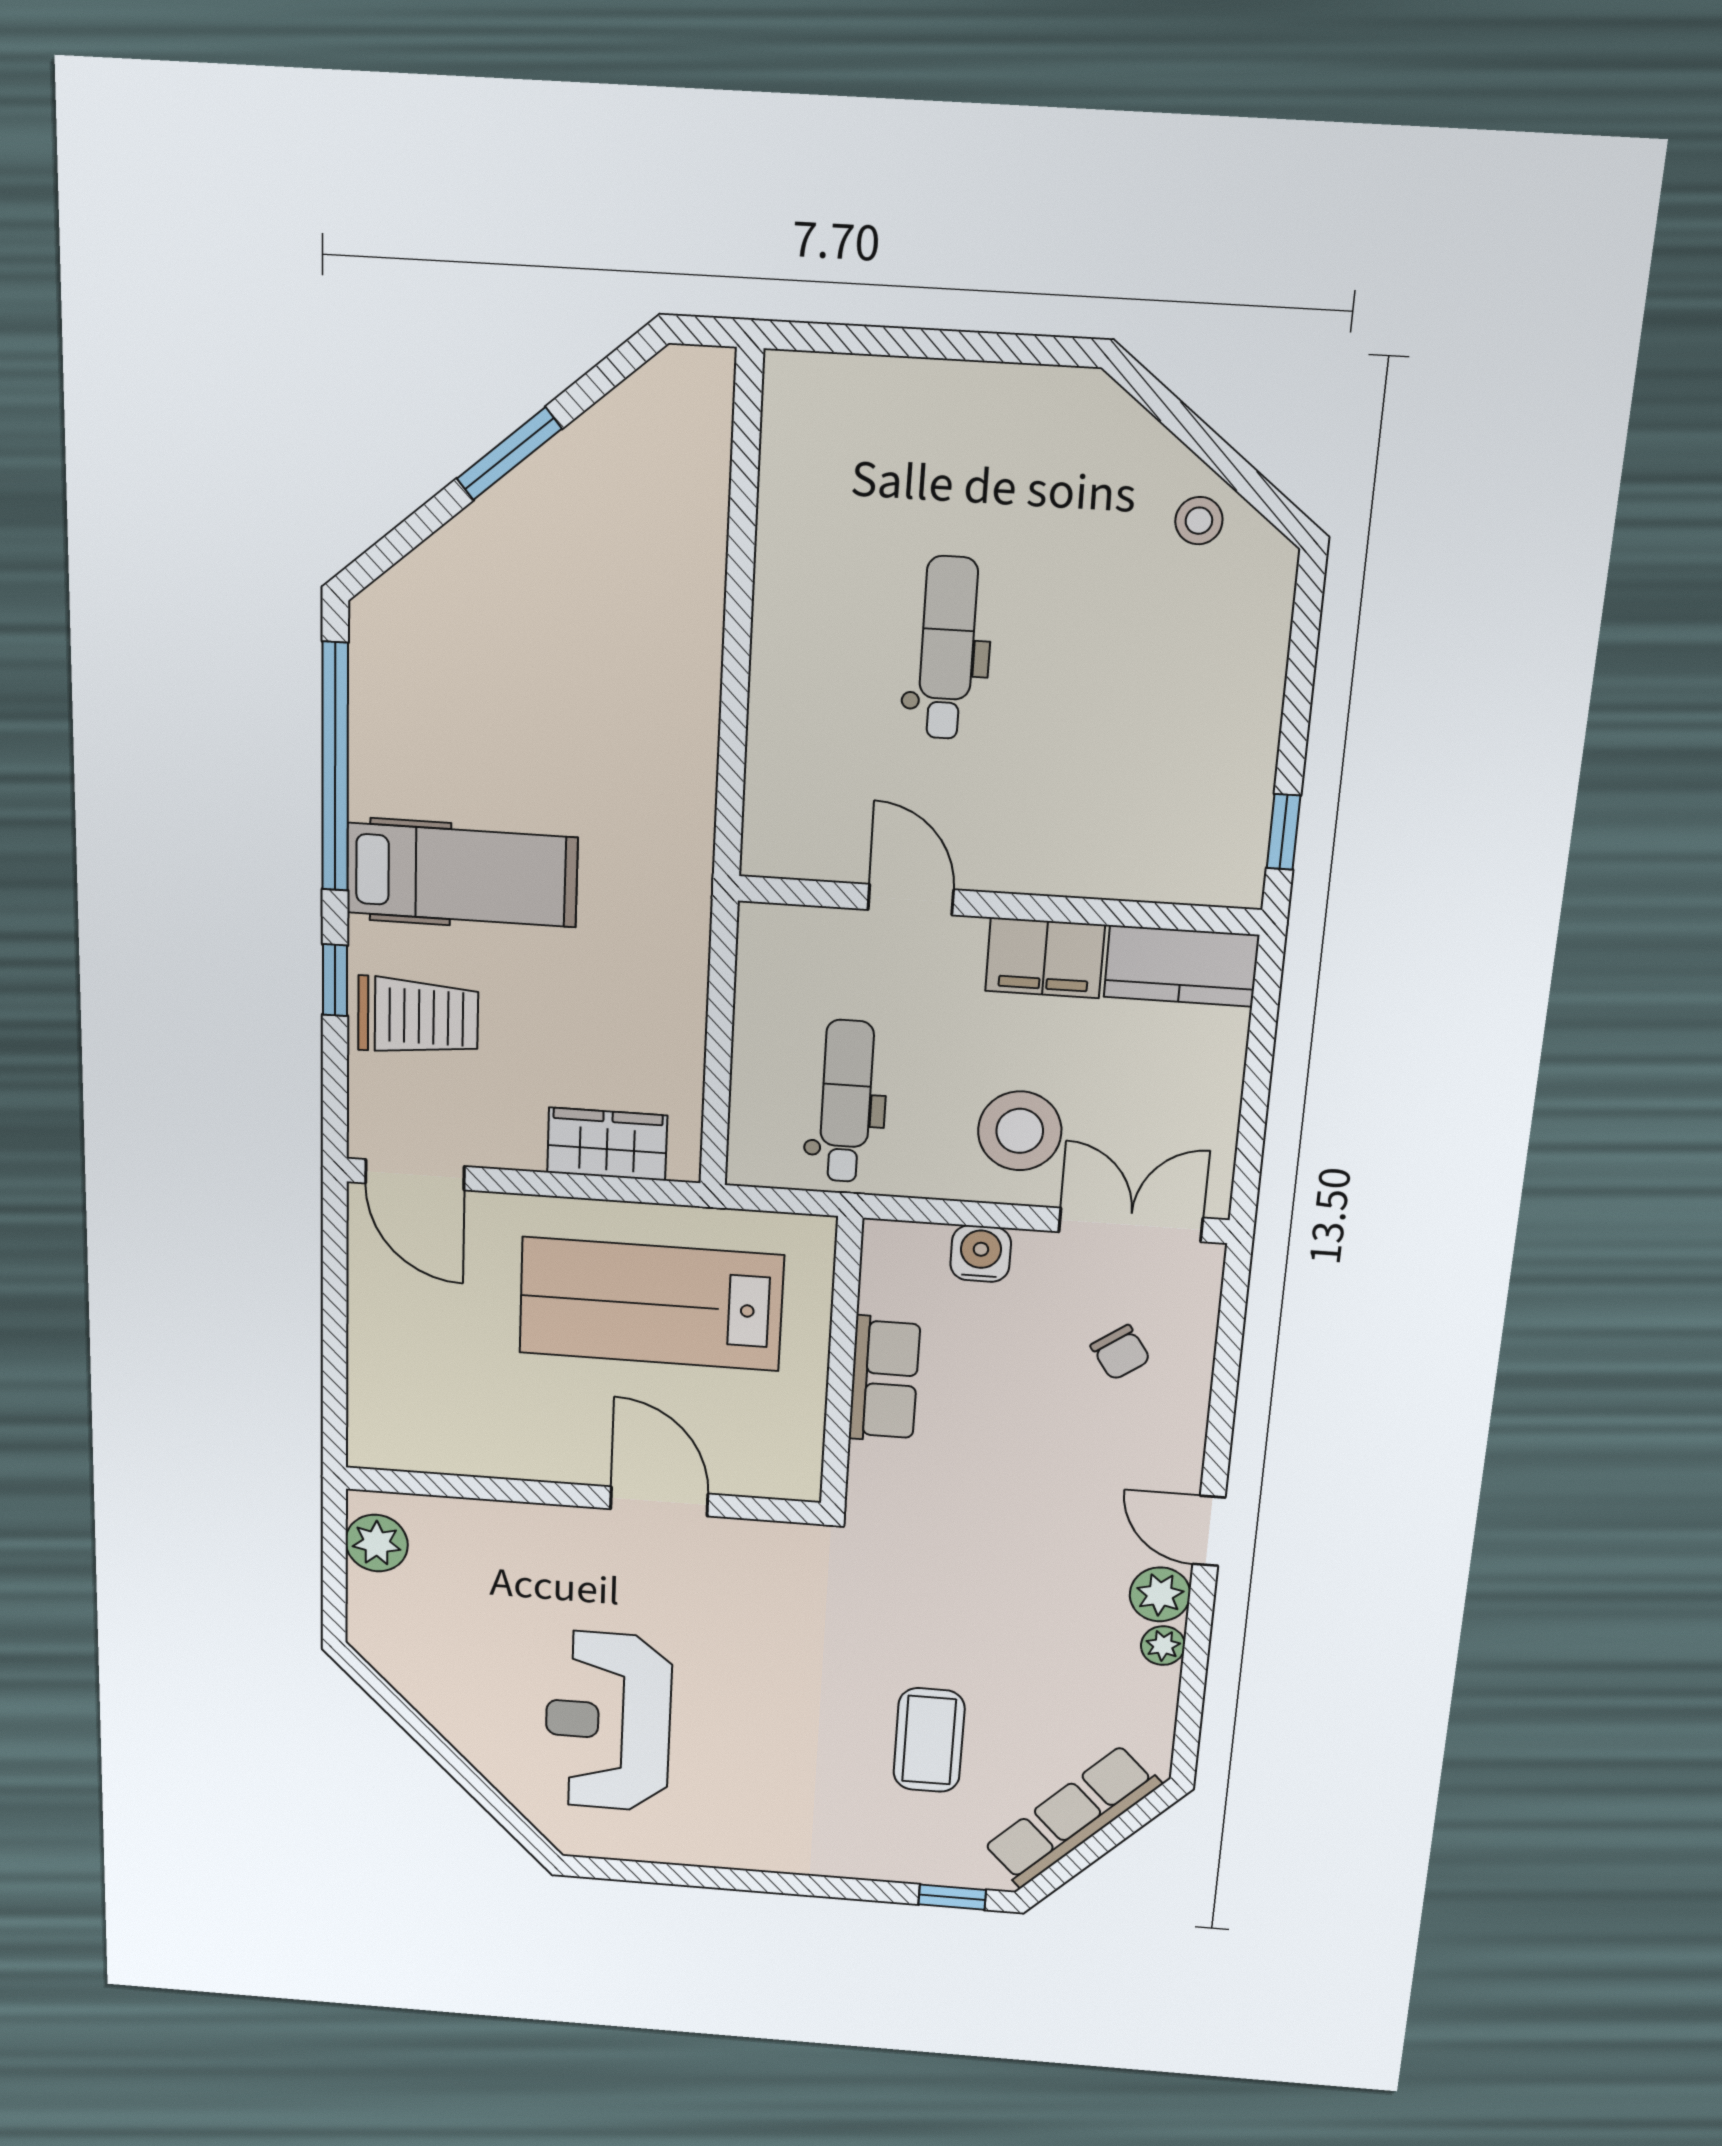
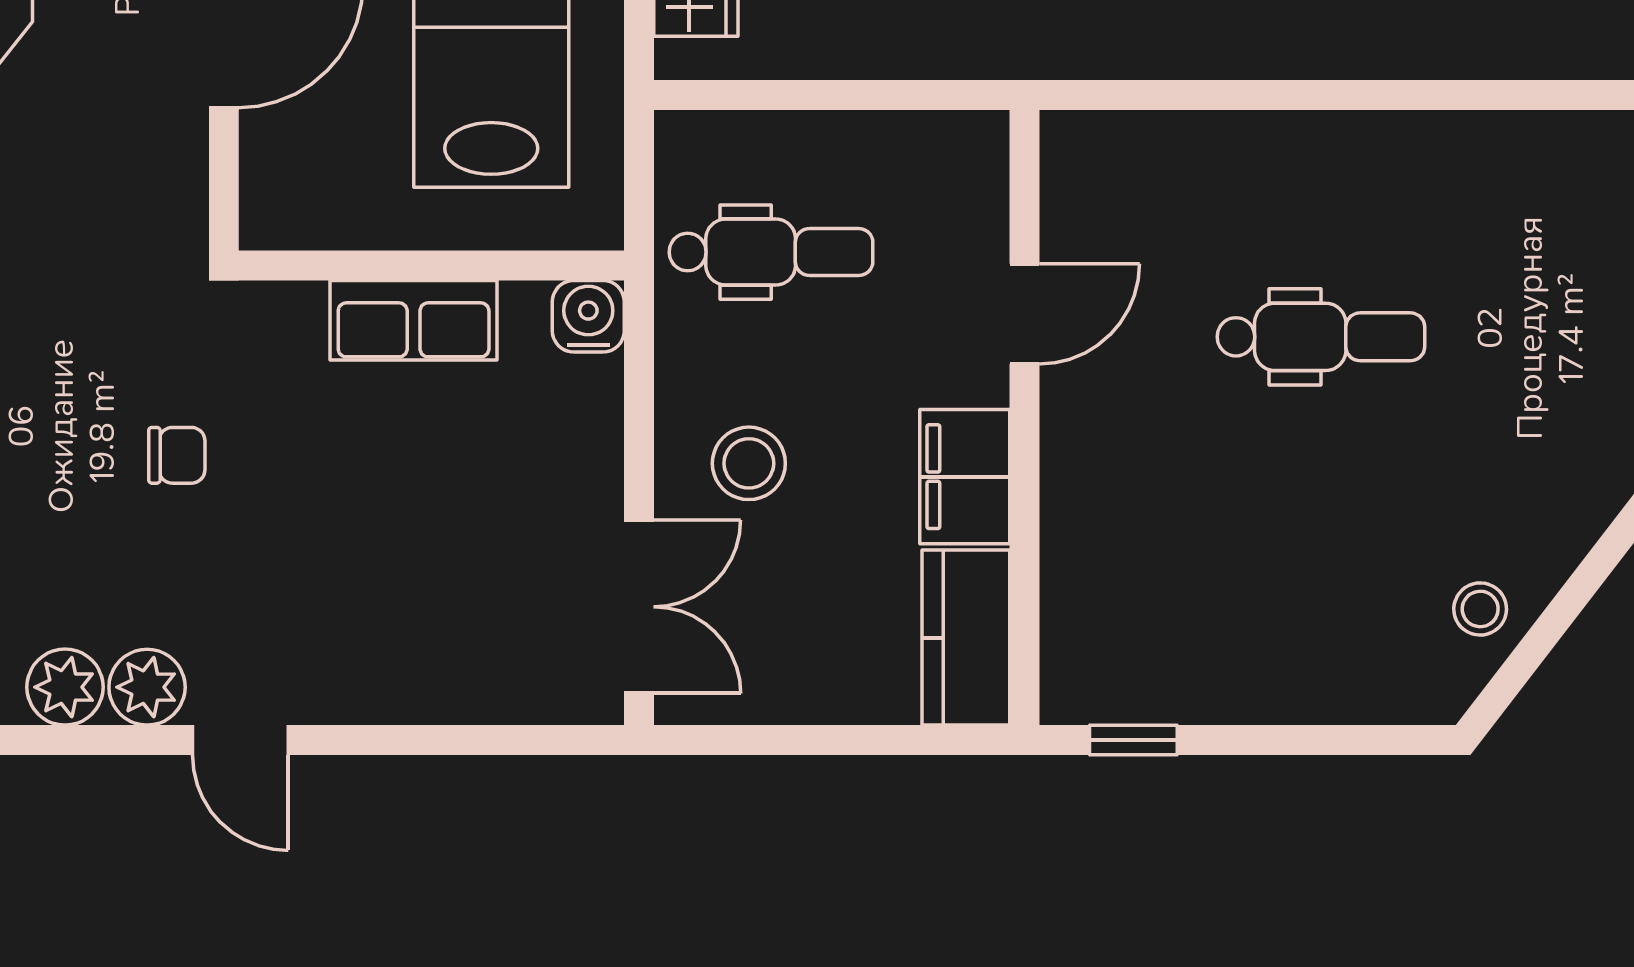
stool: (1020, 1131) -> (749, 463), width x0.73, depth x0.73
water cooler: (981, 1254) -> (588, 316), moved, turned -90
chair: (1121, 1353) -> (177, 455), moved, turned -145
door: (1209, 1531) -> (240, 740), swing flipped
plant: (1163, 1646) -> (65, 687), width x1.38, depth x1.38

